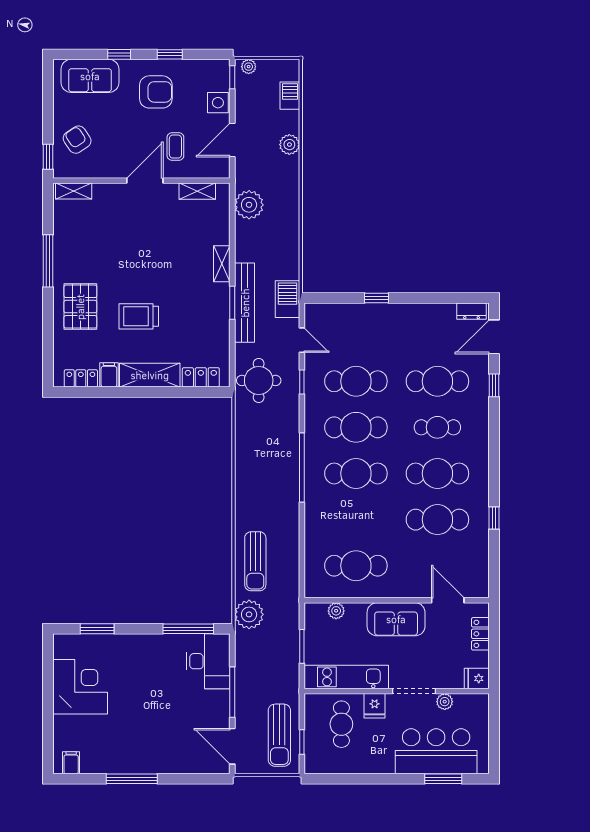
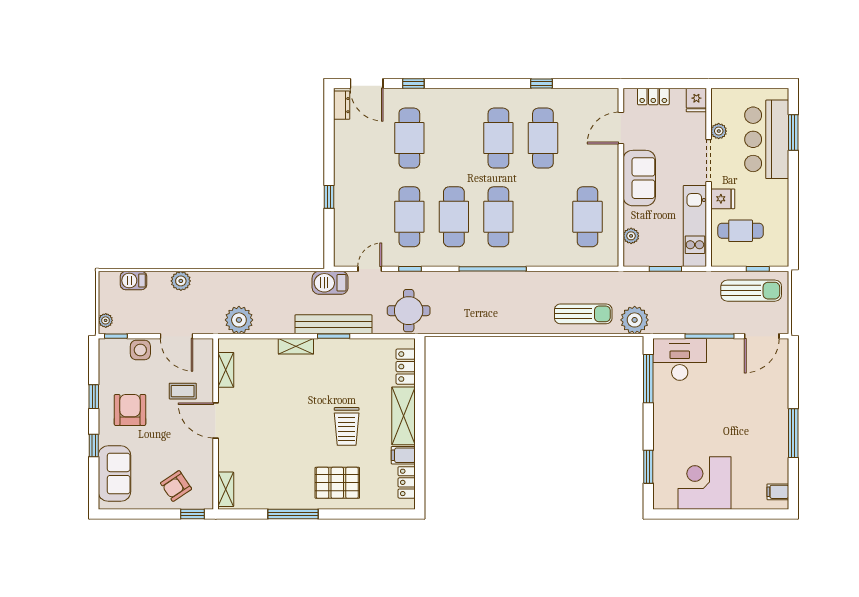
cafe table: (437, 427) -> (454, 138), removed

